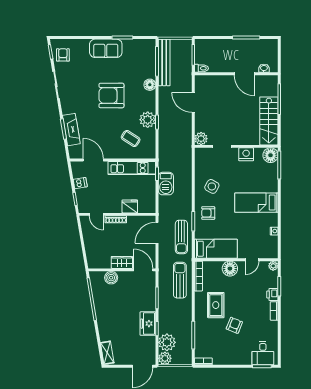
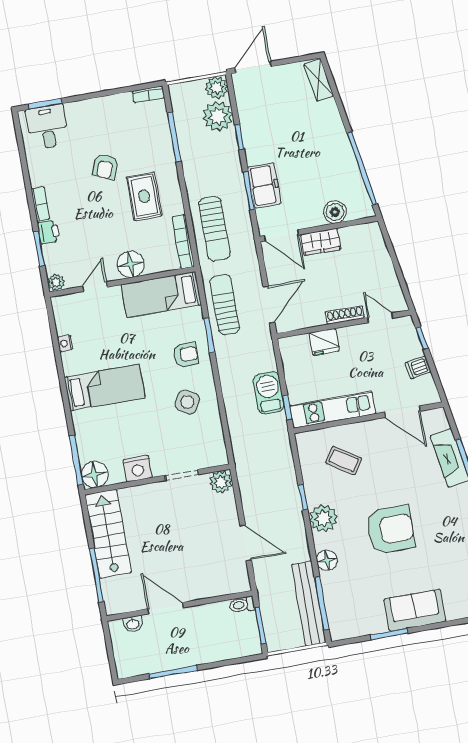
plant: (148, 120) -> (323, 518), moved
freezer: (148, 324) -> (264, 185), moved

